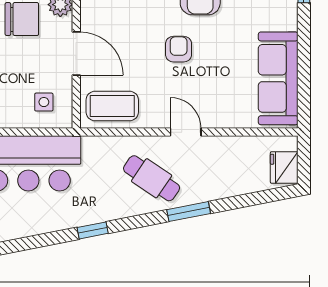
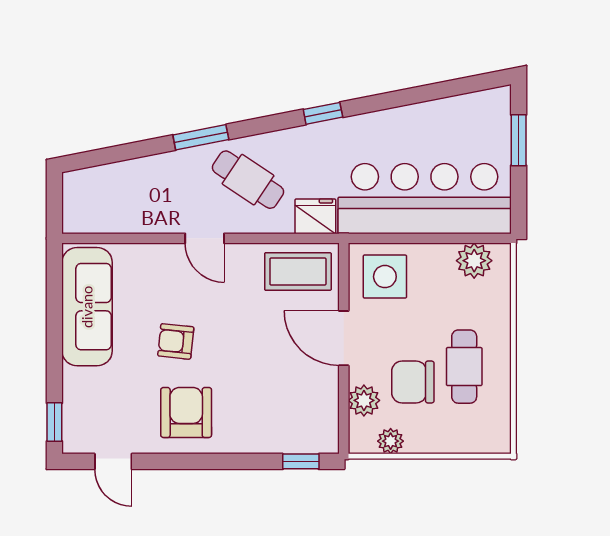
armchair: (179, 49) -> (176, 341), moved, turned 96
side table: (44, 102) -> (385, 277), width x1.87, depth x1.87
fridge: (284, 168) -> (315, 216), moved, turned -90

